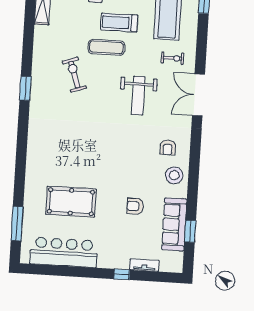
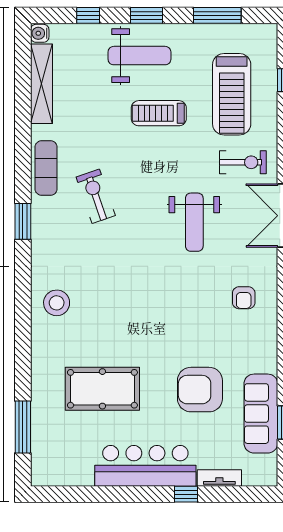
exercise mat: (106, 47) -> (46, 168), moved, turned 90
exercise bike: (173, 58) -> (243, 162), width x1.38, depth x1.39
stool: (174, 175) -> (57, 303), moved
armchair: (135, 206) -> (200, 390), width x1.88, depth x1.88
bar counter: (64, 252) -> (145, 466), moved

